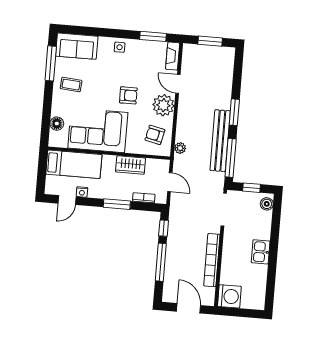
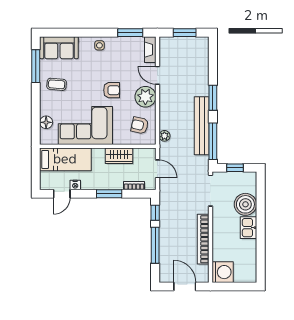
boiler: (267, 204) -> (245, 204), moved, width x1.86, depth x1.86

